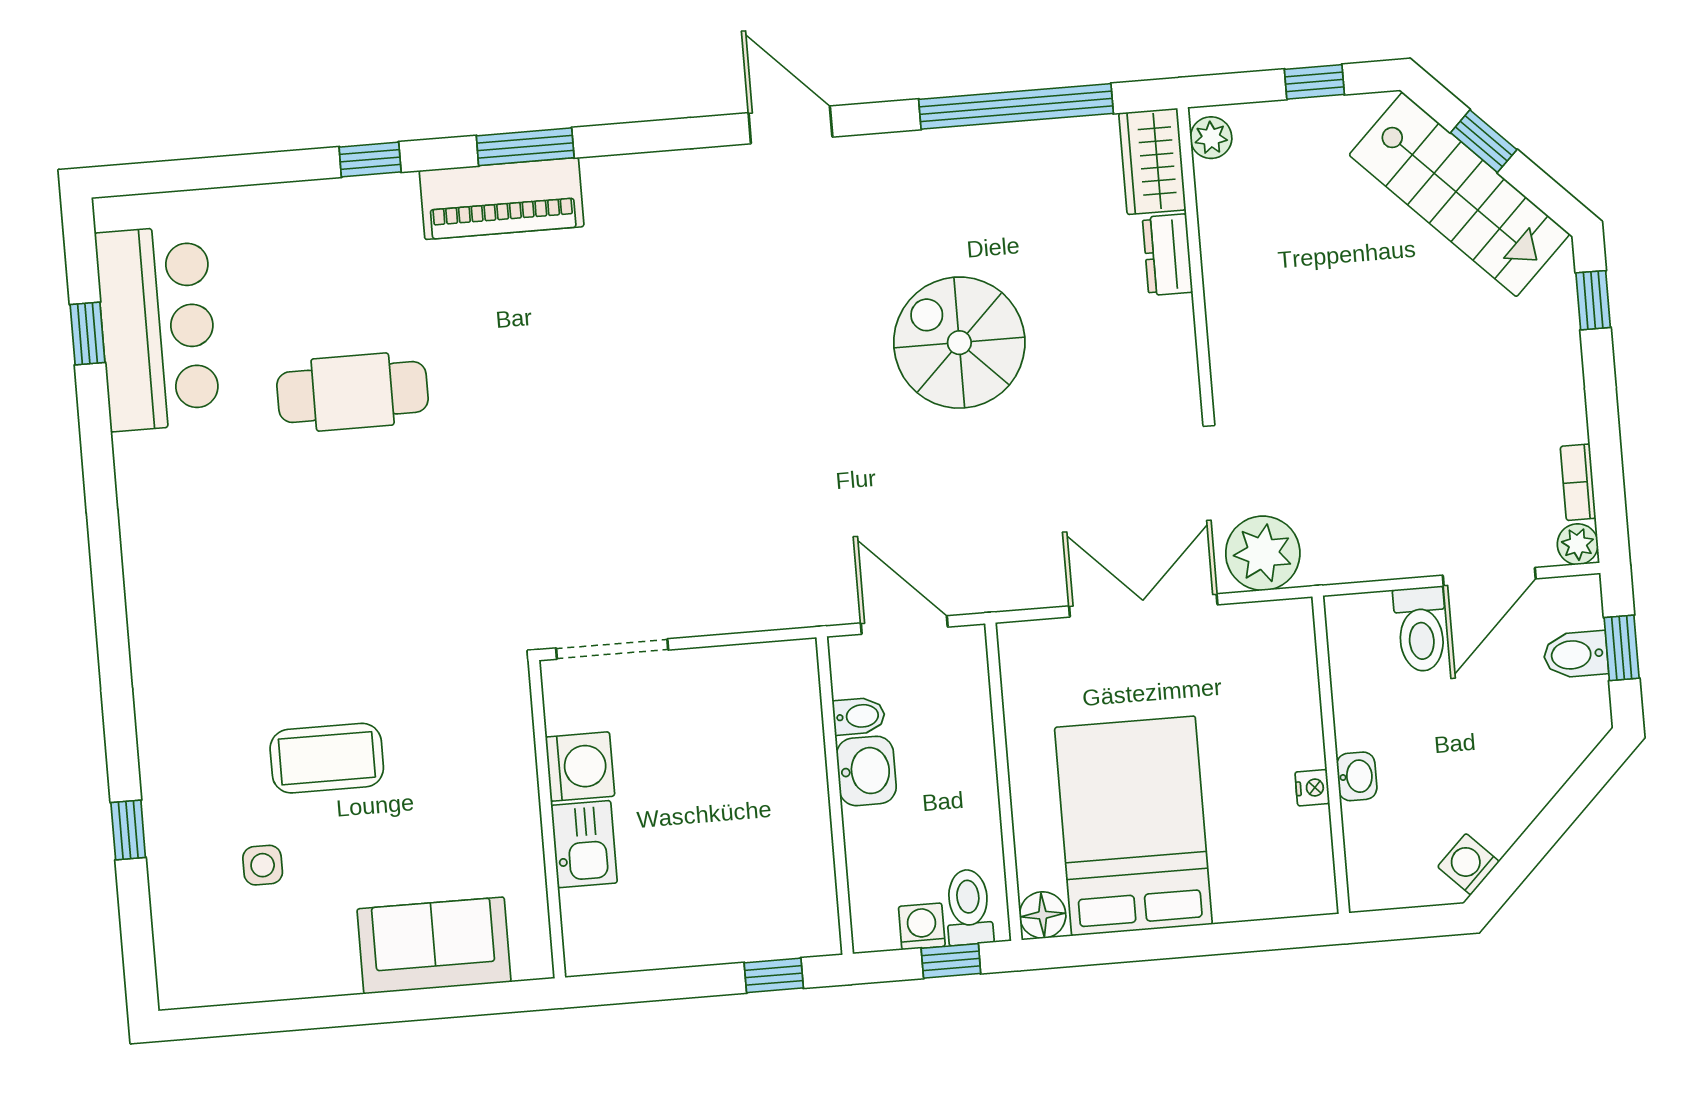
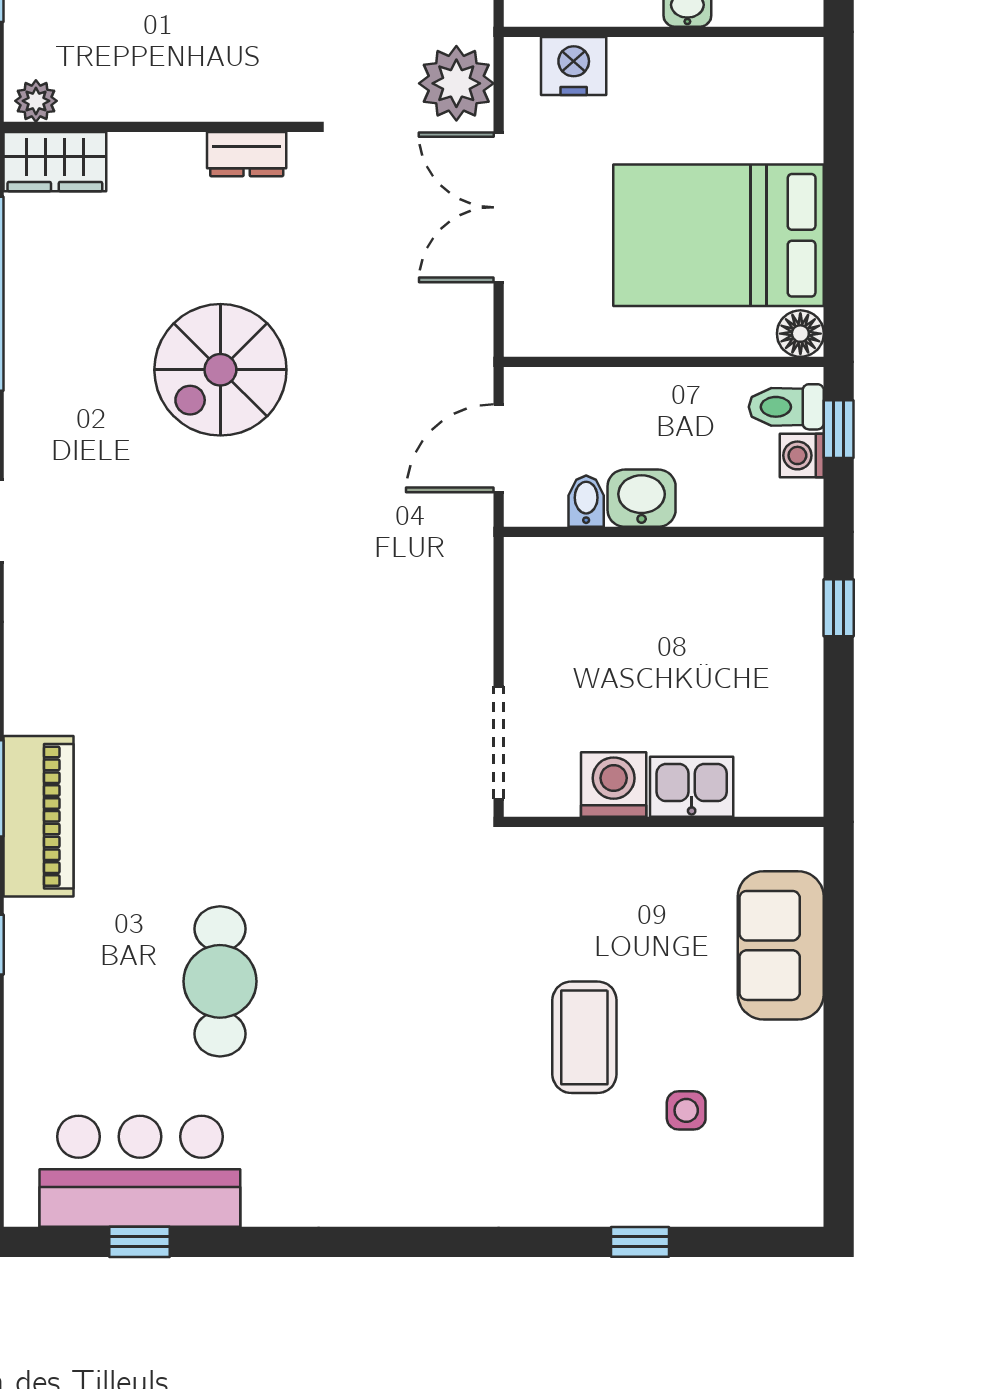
dresser: (1168, 255) -> (247, 154), moved
nightstand: (1312, 788) -> (574, 66), moved, width x1.89, depth x1.79

